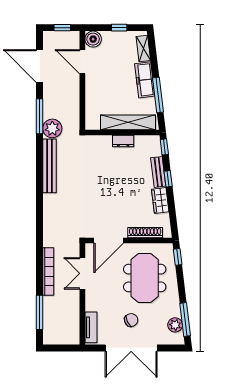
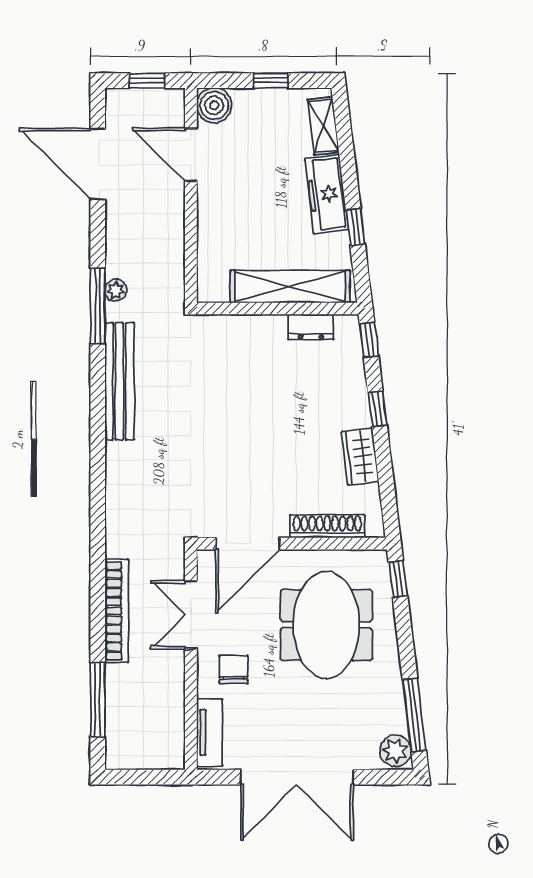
window: (158, 95) -> (355, 227), width x0.46
window: (40, 116) -> (98, 306), moved
plant: (52, 128) -> (116, 290), width x0.53, depth x0.53
dresser: (123, 141) -> (311, 327), moved
bench: (158, 172) -> (356, 394), removed
chair: (131, 320) -> (233, 670), moved, turned -64
plant: (175, 325) -> (395, 751), moved

